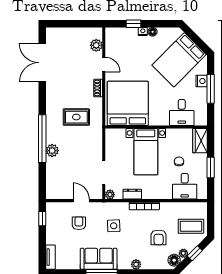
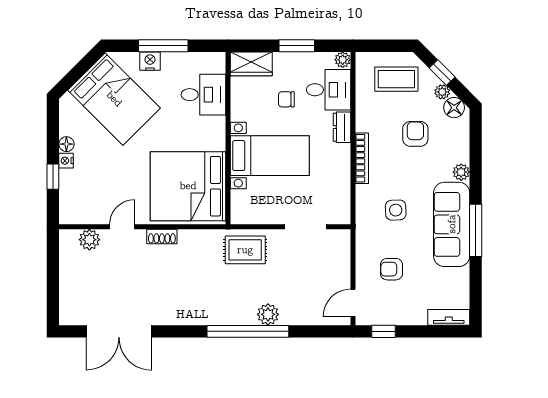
rug: (76, 117) -> (245, 250), moved, turned 90
dresser: (132, 194) -> (342, 127), moved
plant: (110, 195) -> (343, 60), moved
door: (81, 201) -> (353, 303), moved
coffee table: (191, 226) -> (396, 79), turned 90
armchair: (159, 237) -> (415, 134), turned -90
sofa: (99, 259) -> (452, 224), width x1.36

